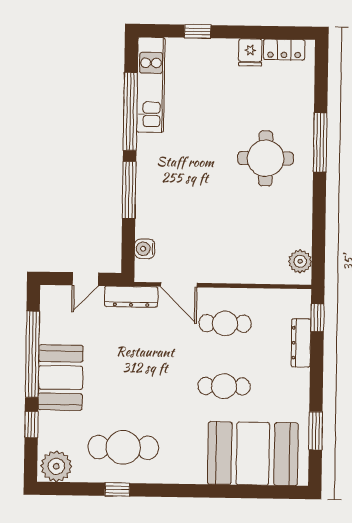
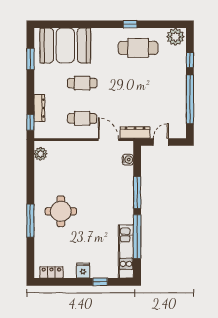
fridge: (250, 52) -> (83, 271), moved
booth: (61, 378) -> (174, 87), removed
window: (117, 490) -> (130, 24), moved

